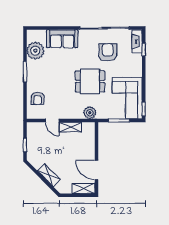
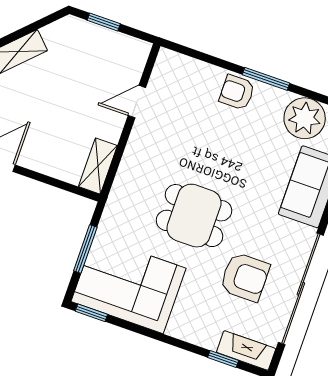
dining table: (90, 81) -> (194, 216), turned 90
armchair: (38, 98) -> (237, 92), moved
plant: (90, 113) -> (125, 191), removed
shelving: (70, 127) -> (98, 166), moved

